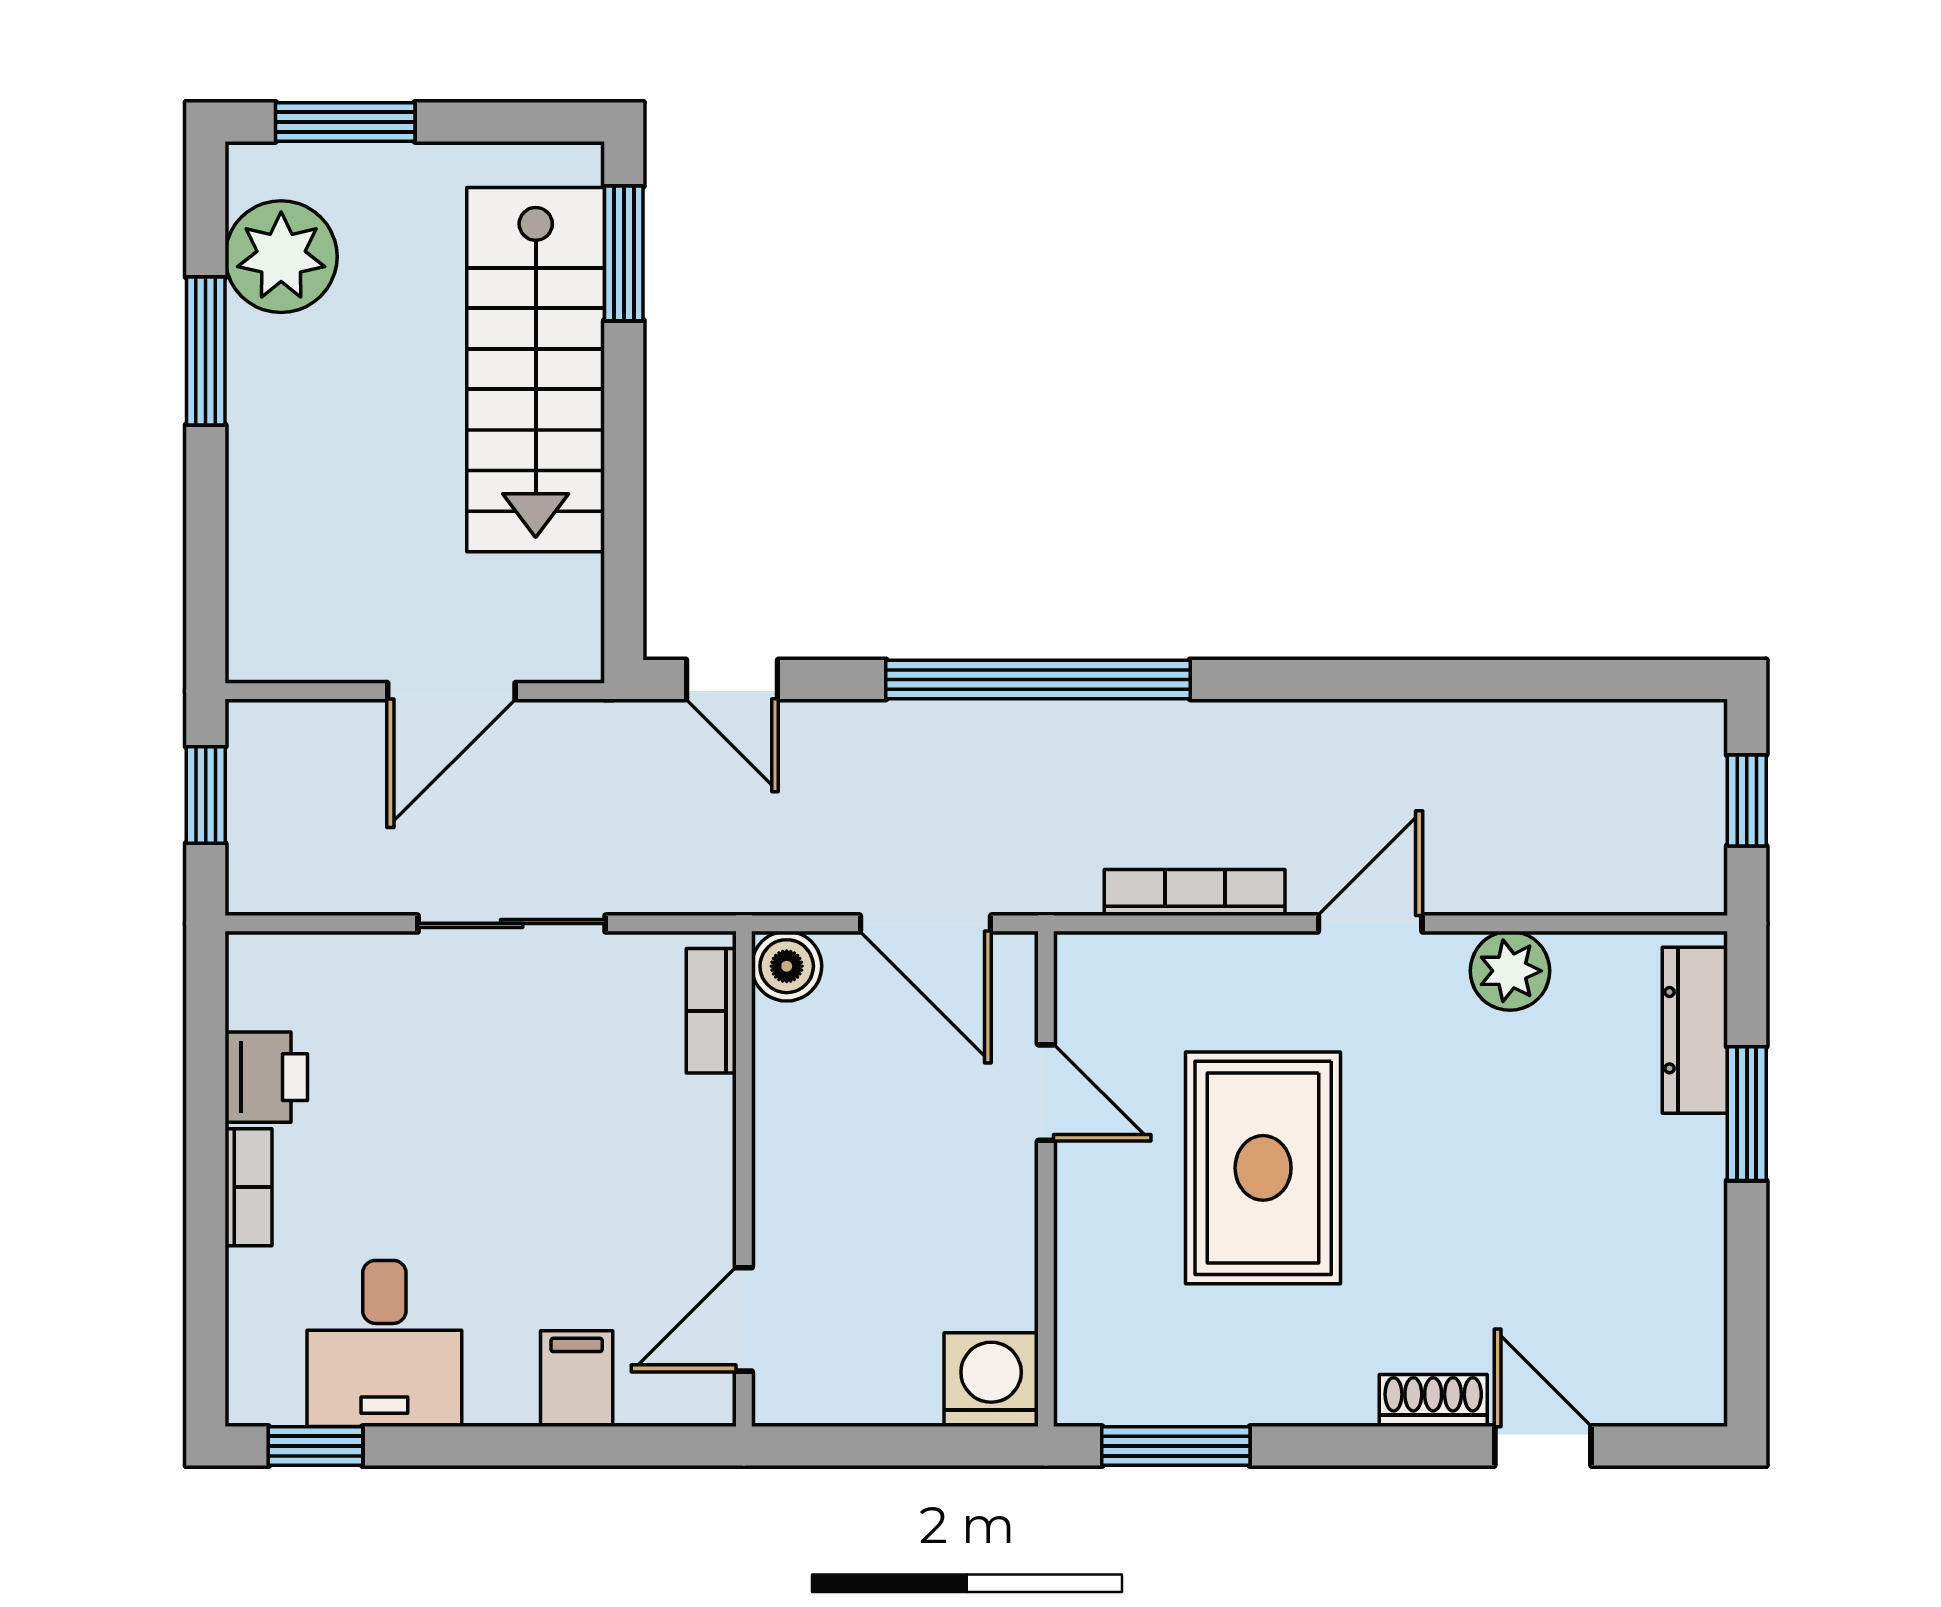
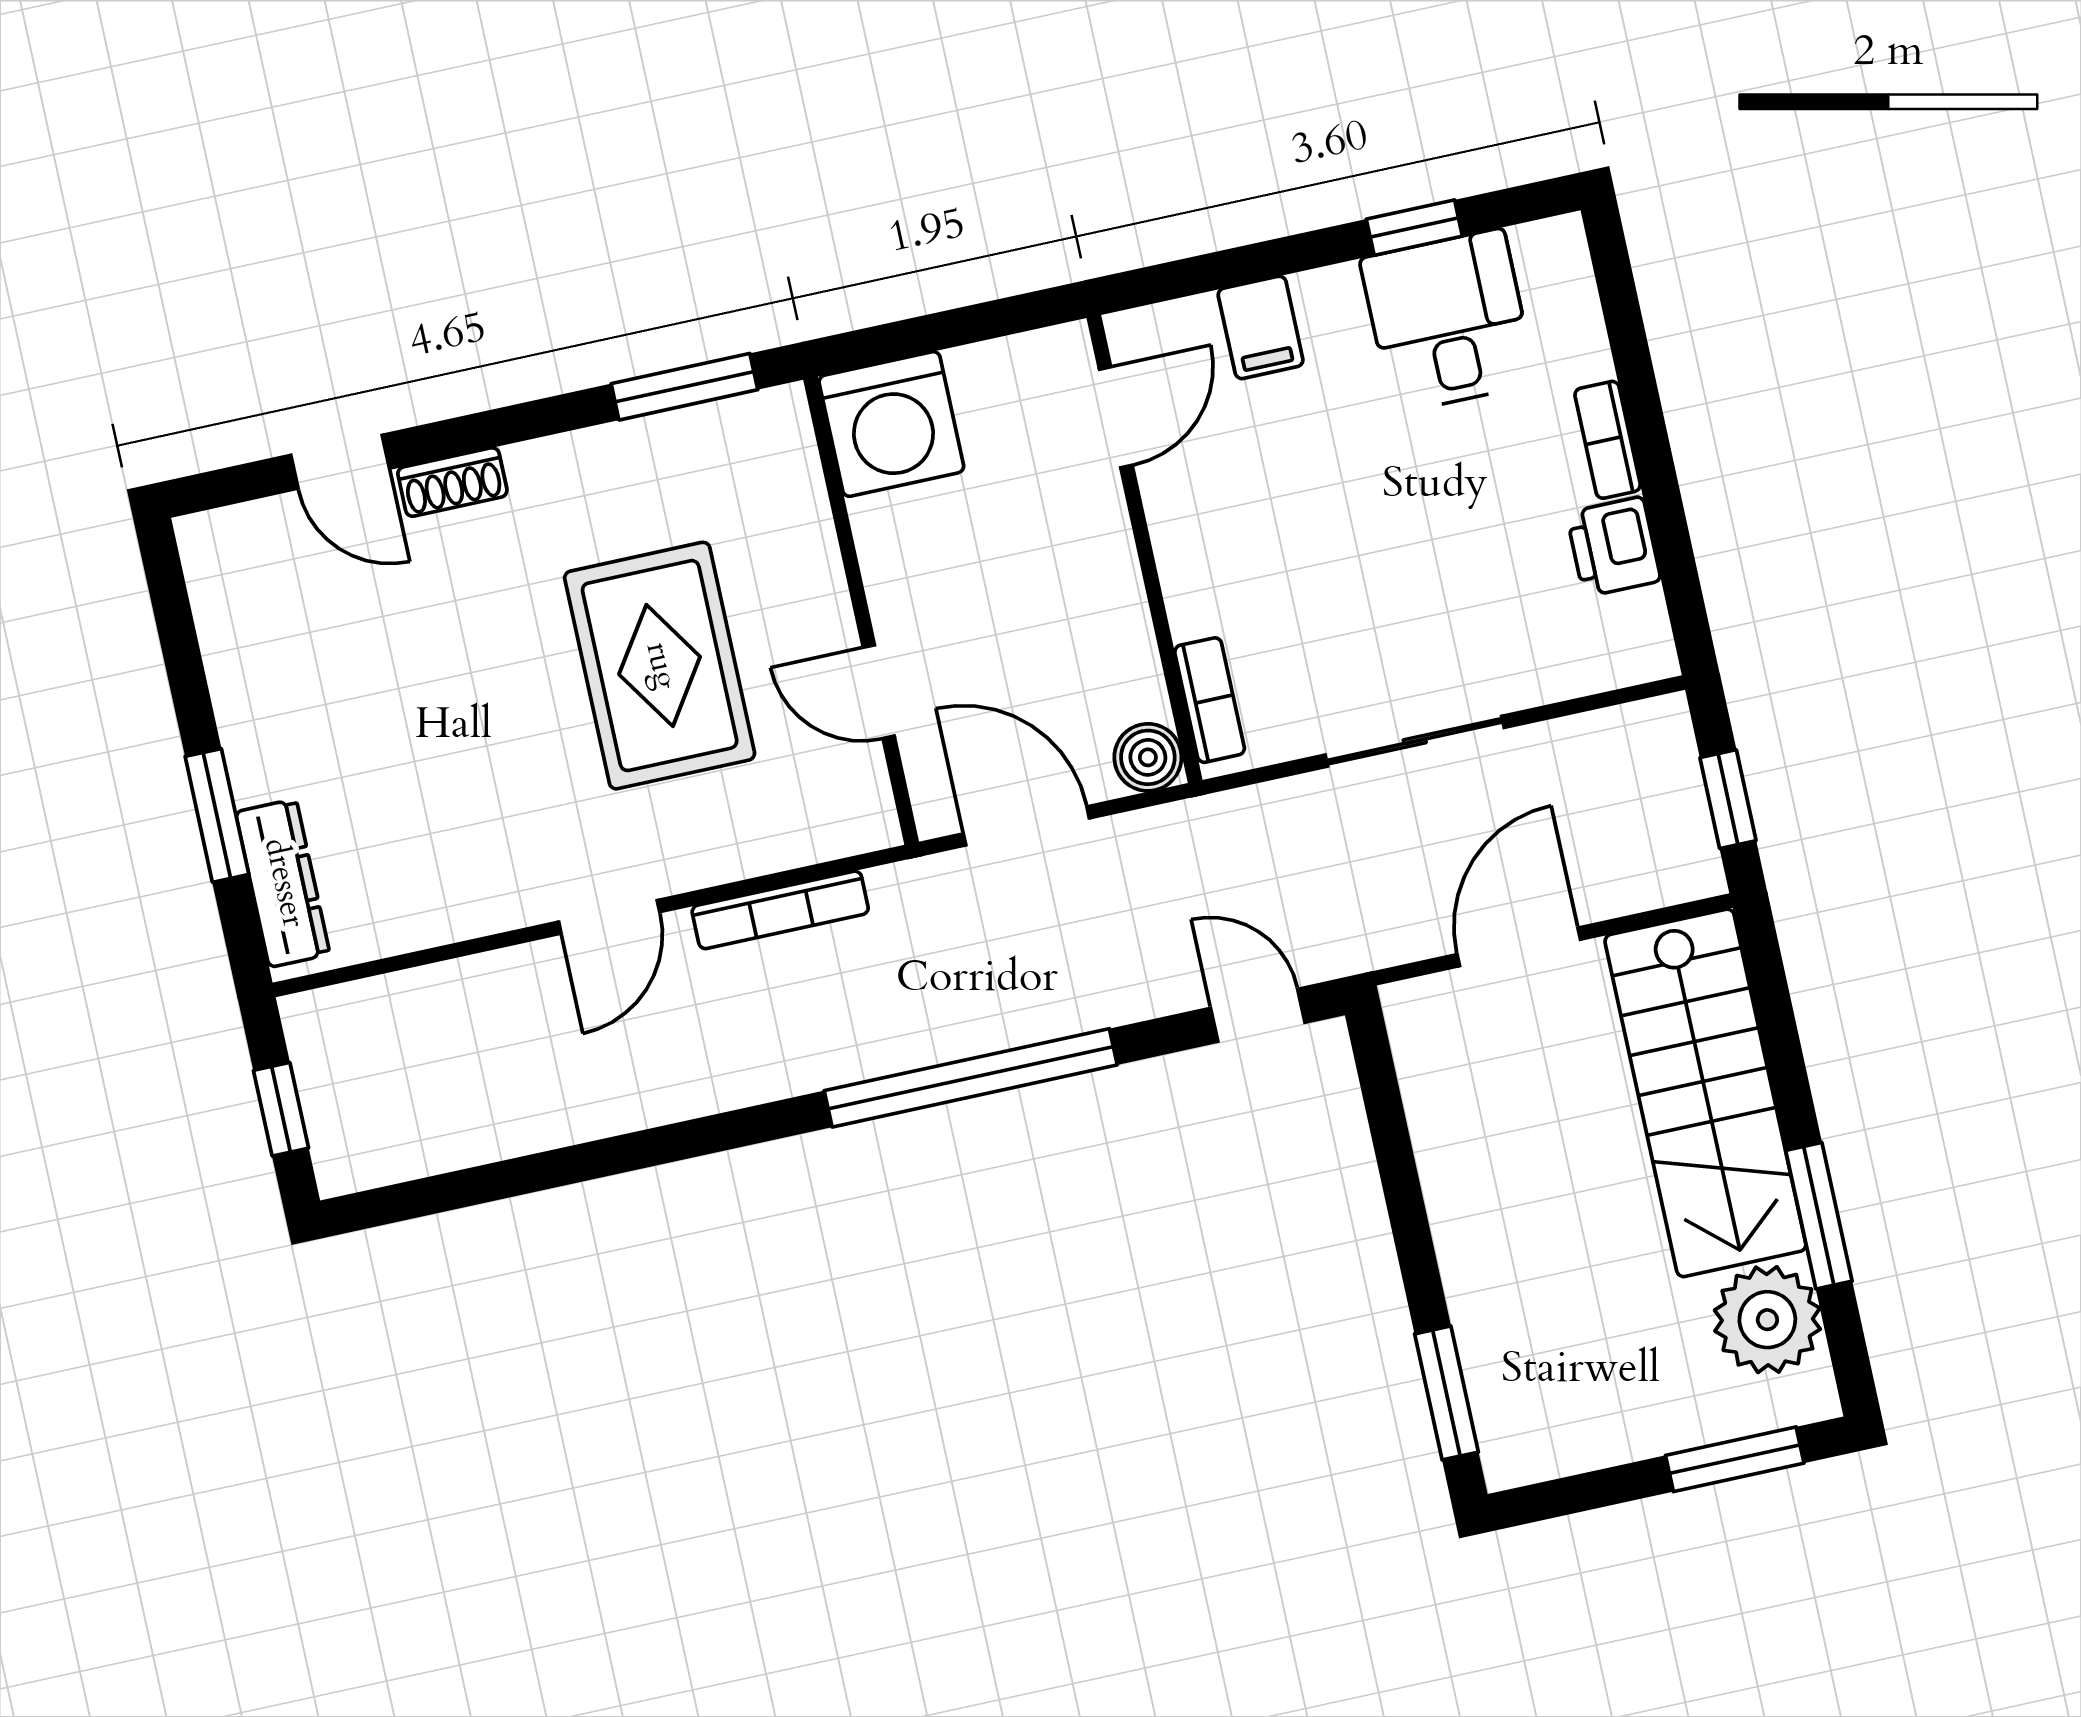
stairs: (536, 370) -> (1705, 1093), moved, turned 180
plant: (1510, 971) -> (468, 901), removed
washing machine: (991, 1380) -> (891, 424), width x1.37, depth x1.37
window: (315, 1446) -> (1414, 228), moved

